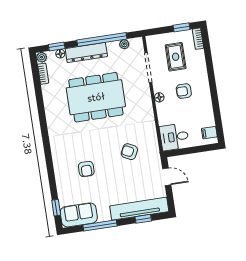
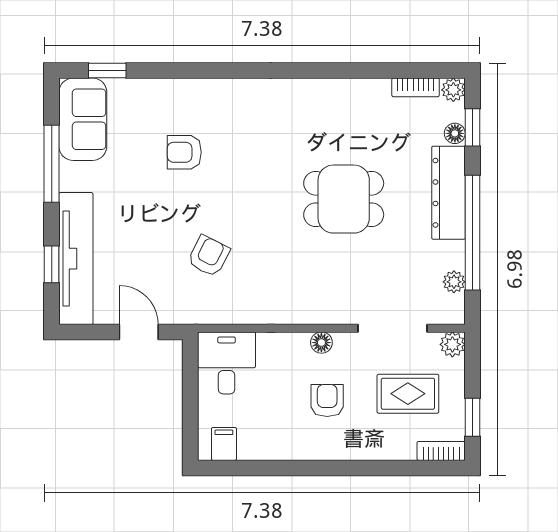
plant: (151, 41) -> (452, 344), added
dining table: (96, 97) -> (344, 199), width x0.53, depth x0.80
door: (167, 177) -> (139, 332), swing flipped

